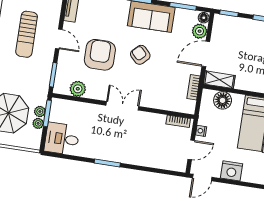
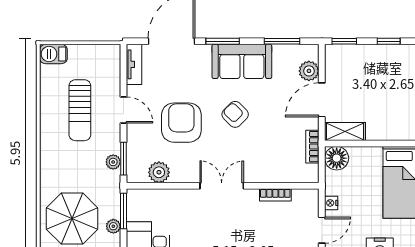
floor lamp: (204, 18) -> (312, 52), removed
floor lamp: (223, 100) -> (337, 158), moved
plant: (40, 111) -> (113, 162), moved
bookcase: (178, 121) -> (275, 195), moved

